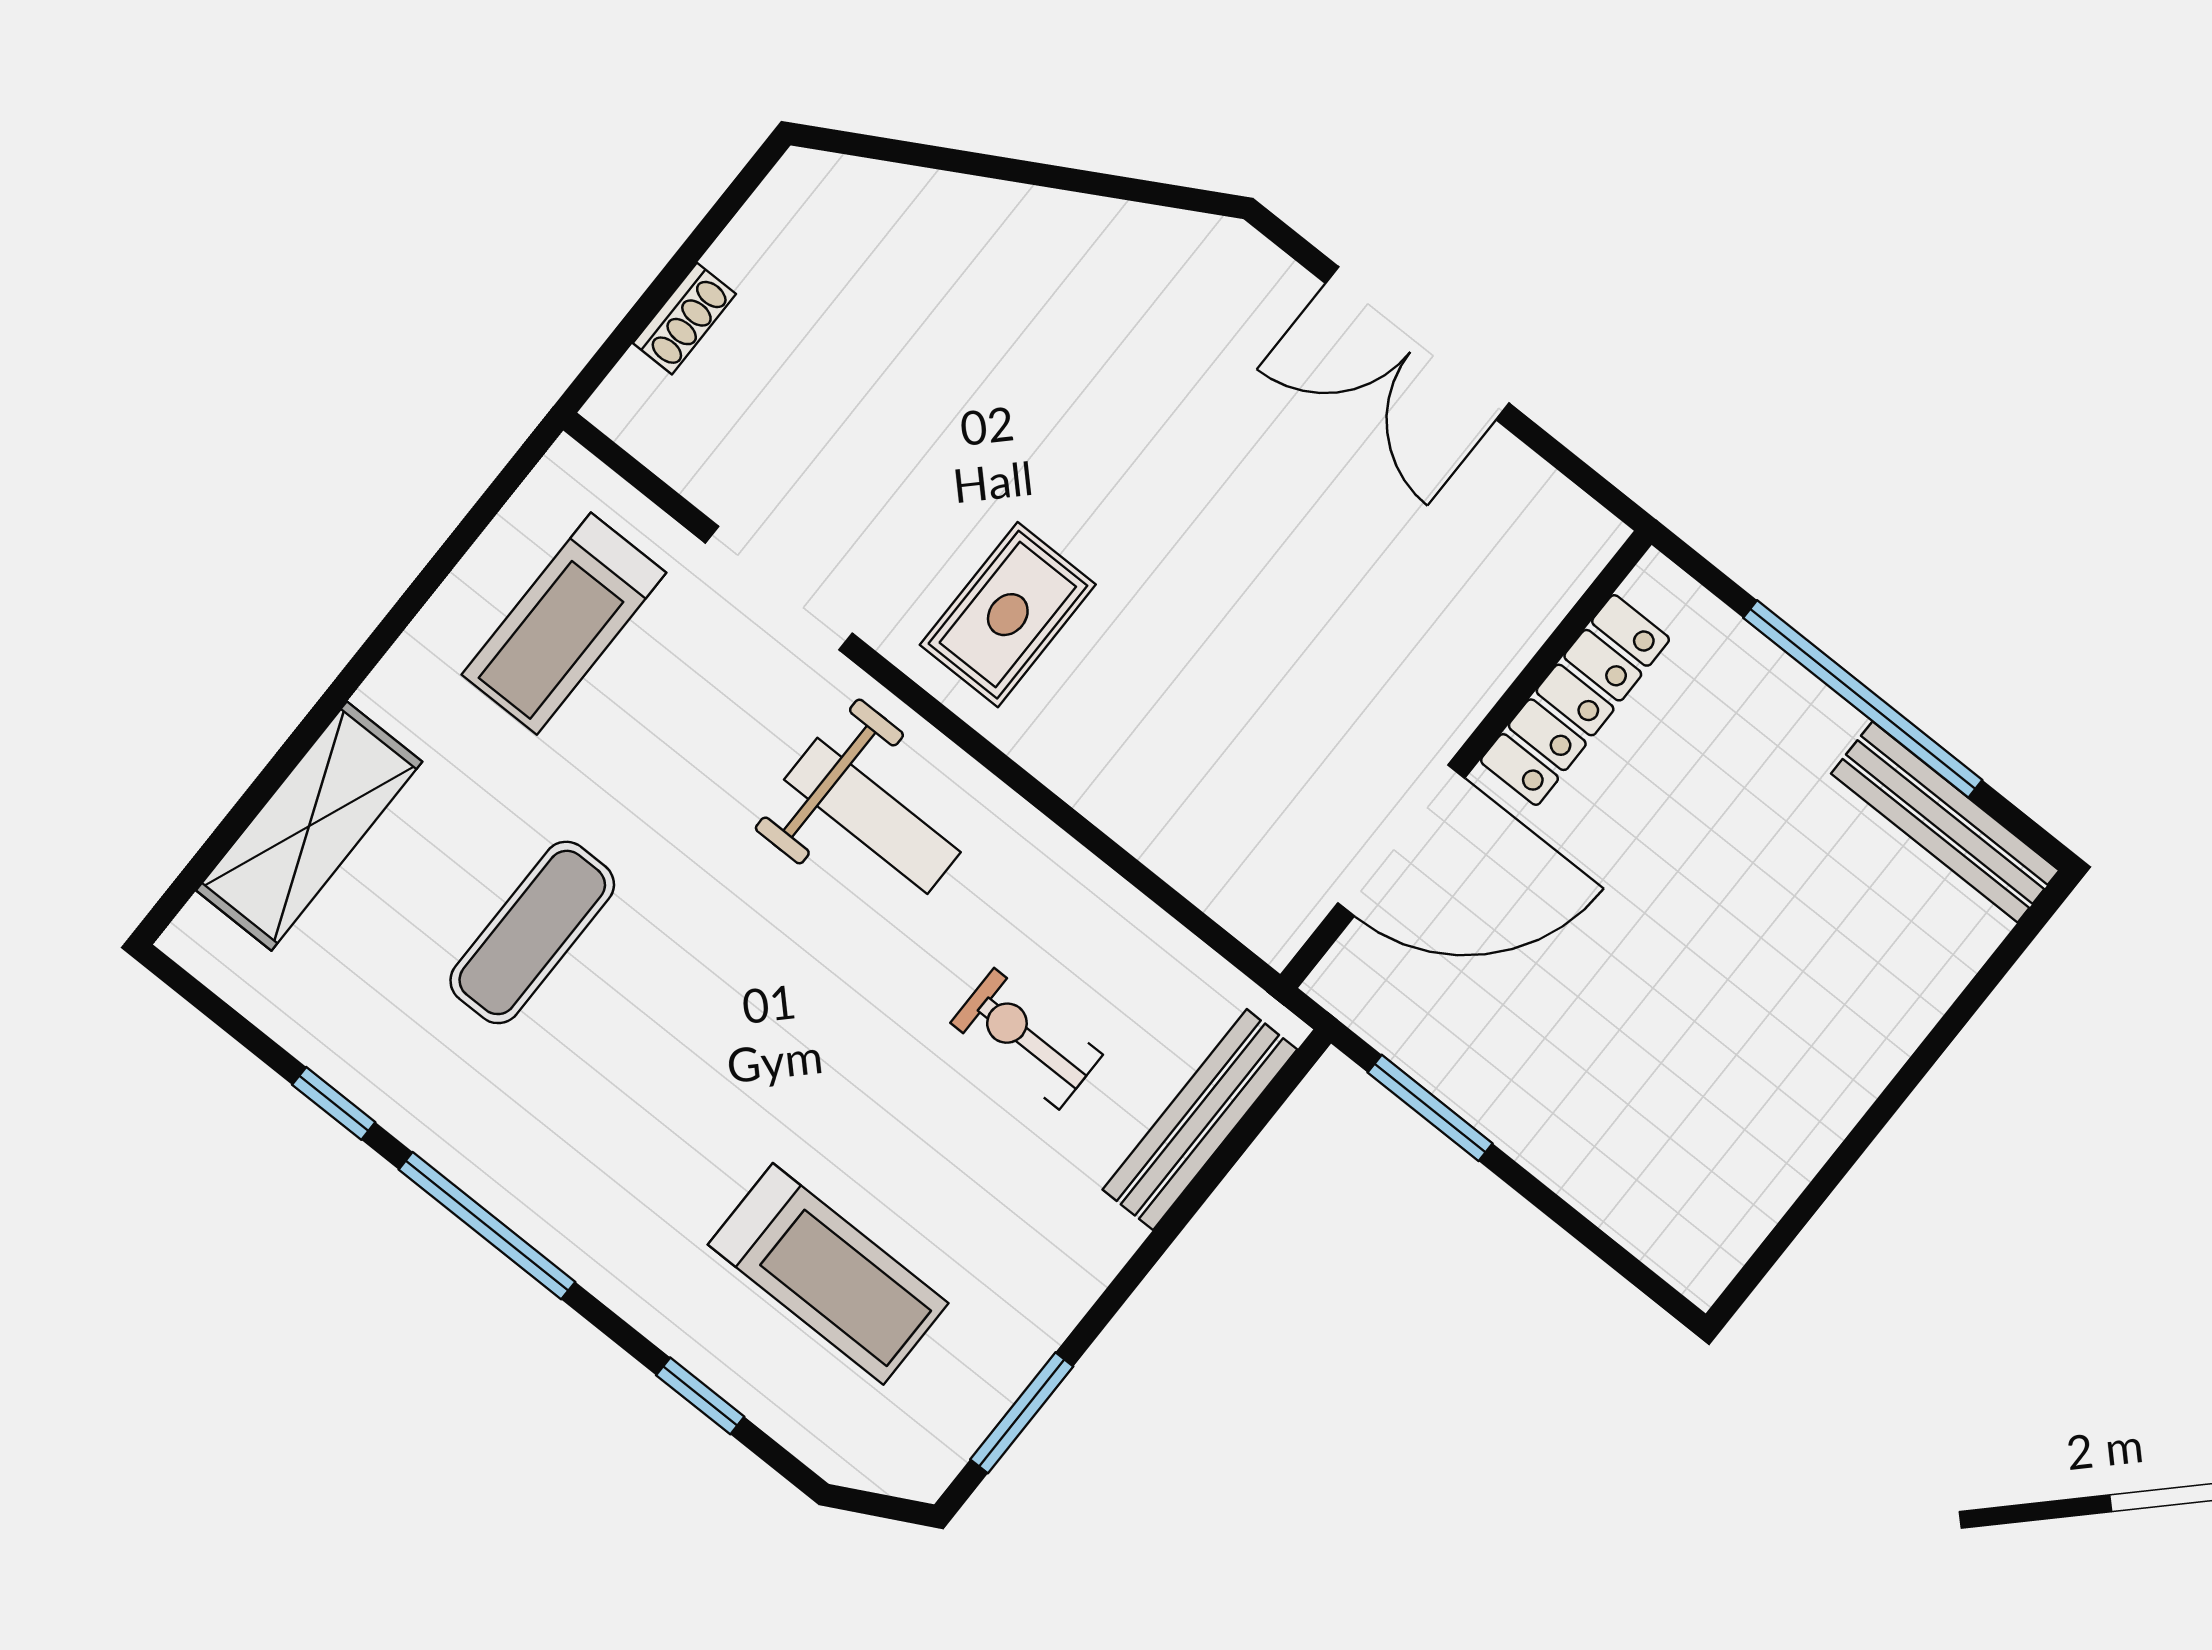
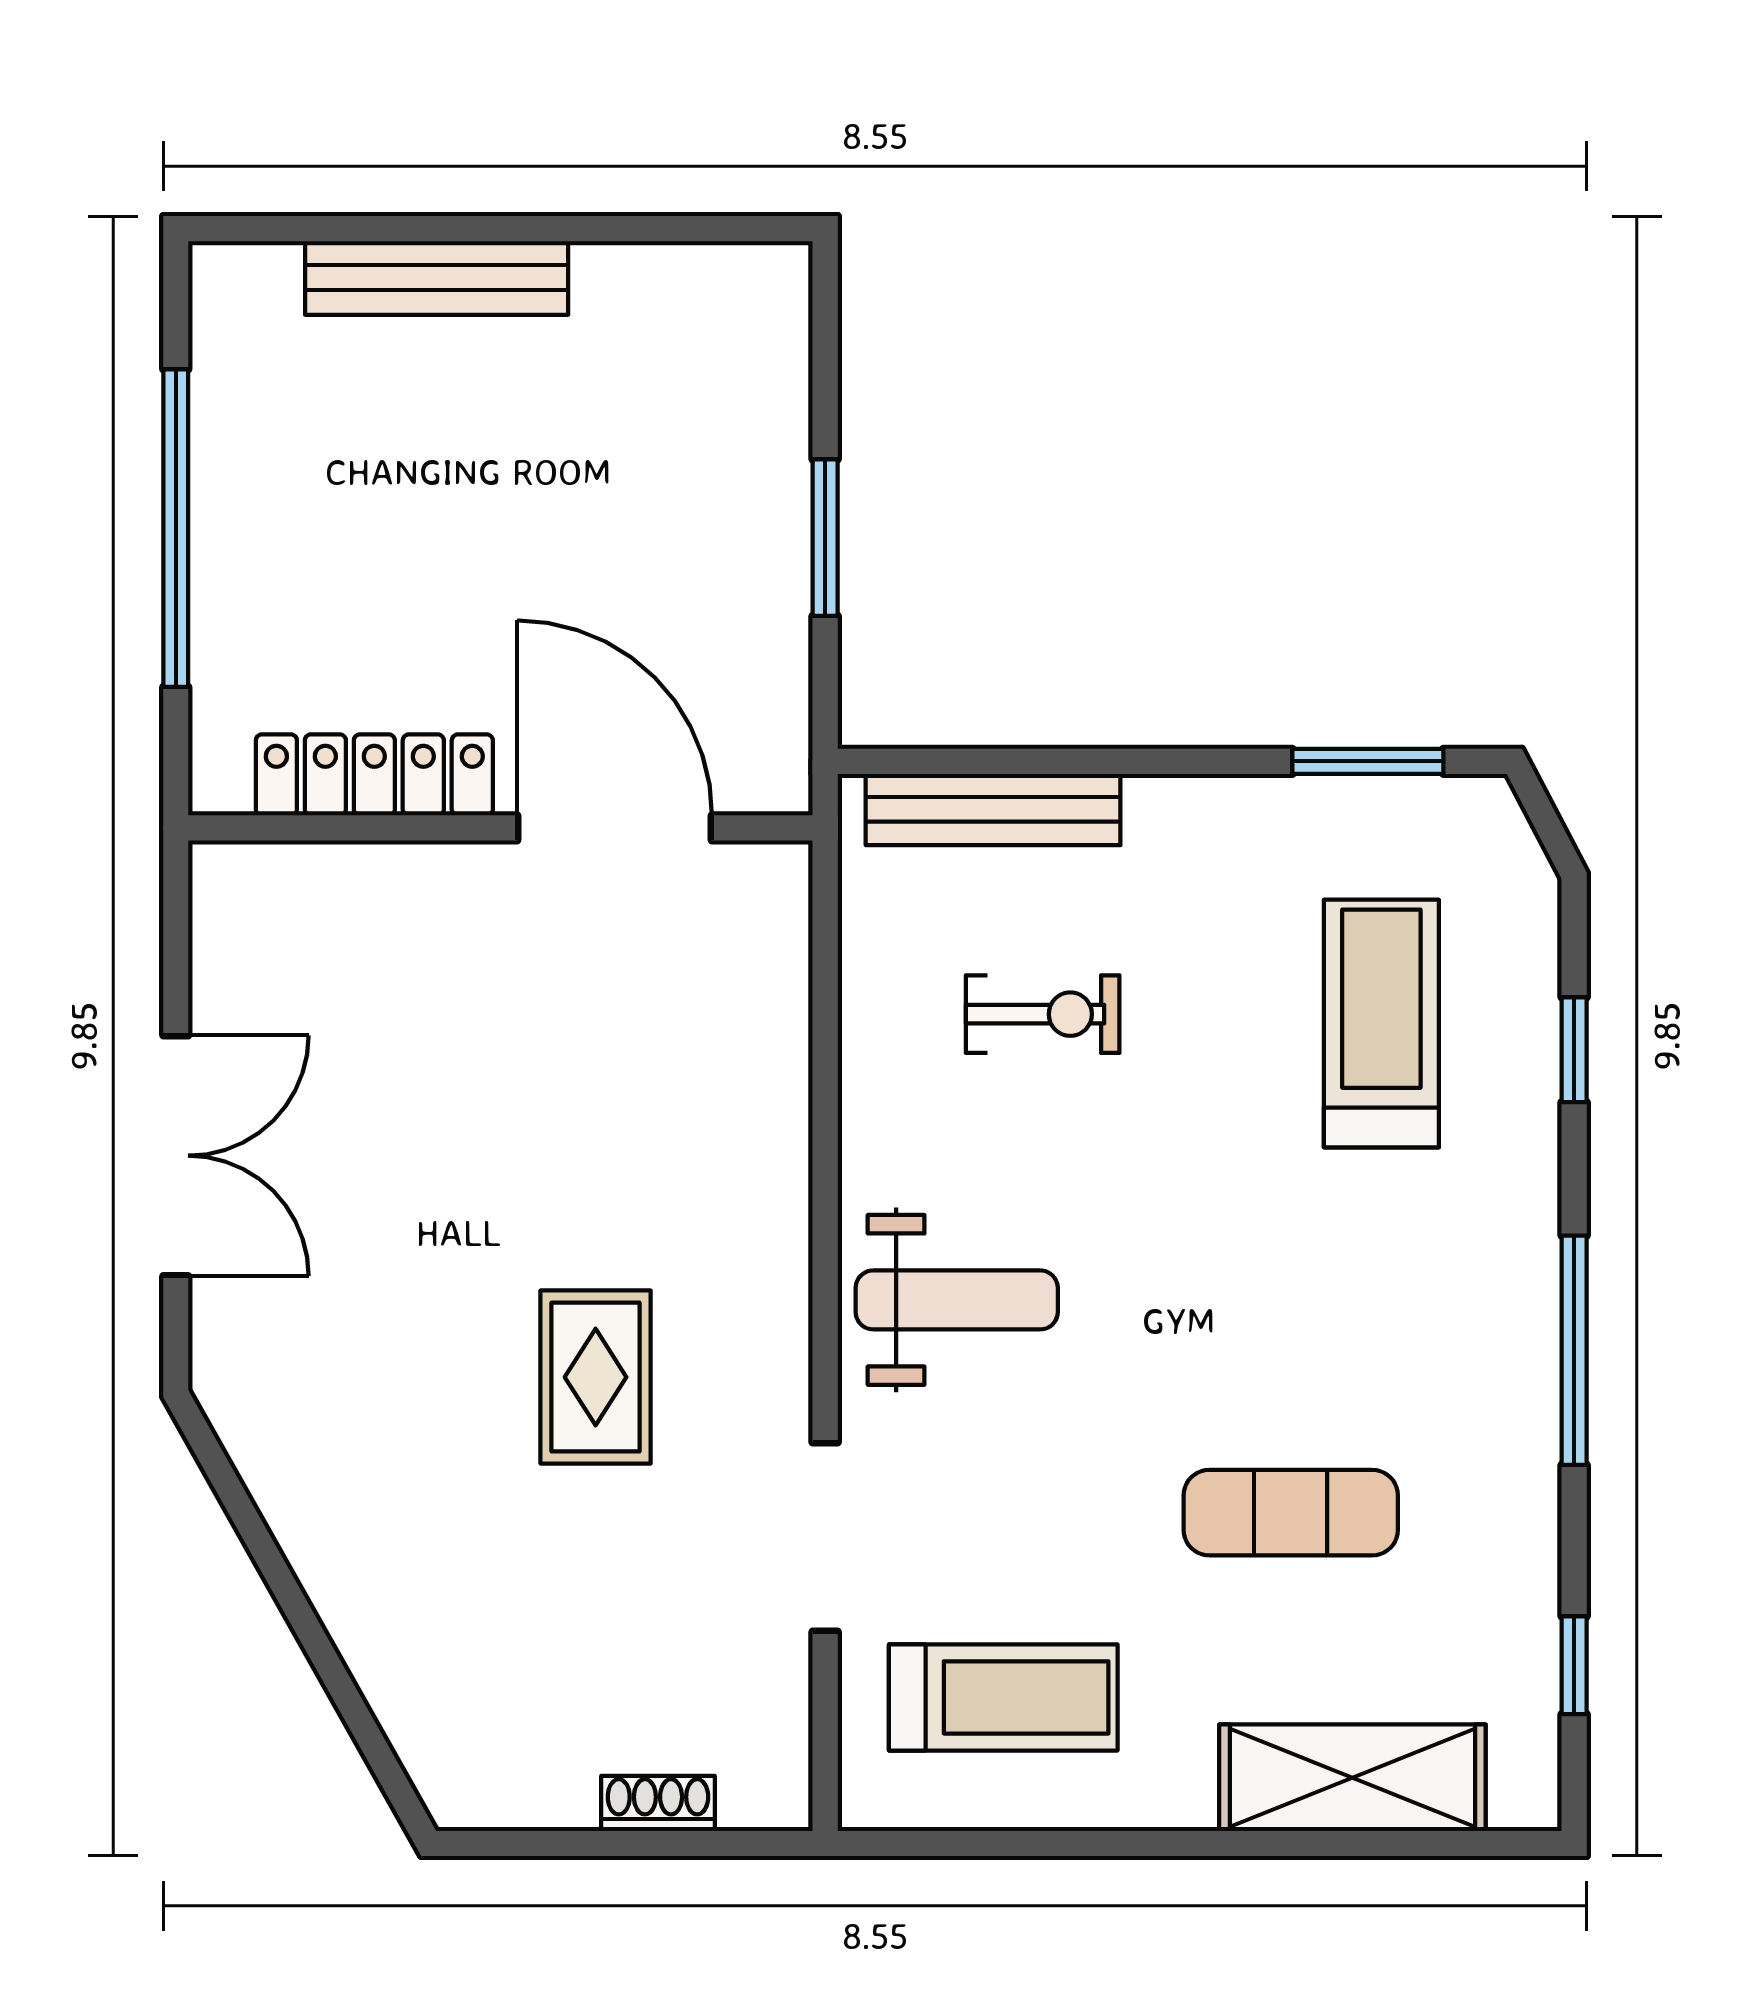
rug: (1008, 615) -> (596, 1377), moved, turned 90
weight bench: (872, 816) -> (957, 1300), turned 90
bench: (1945, 822) -> (437, 278), moved, turned 90
exercise bike: (1027, 1039) -> (1043, 1014), turned -90
window: (334, 1103) -> (1574, 1665), moved
window: (1430, 1108) -> (825, 538), moved

